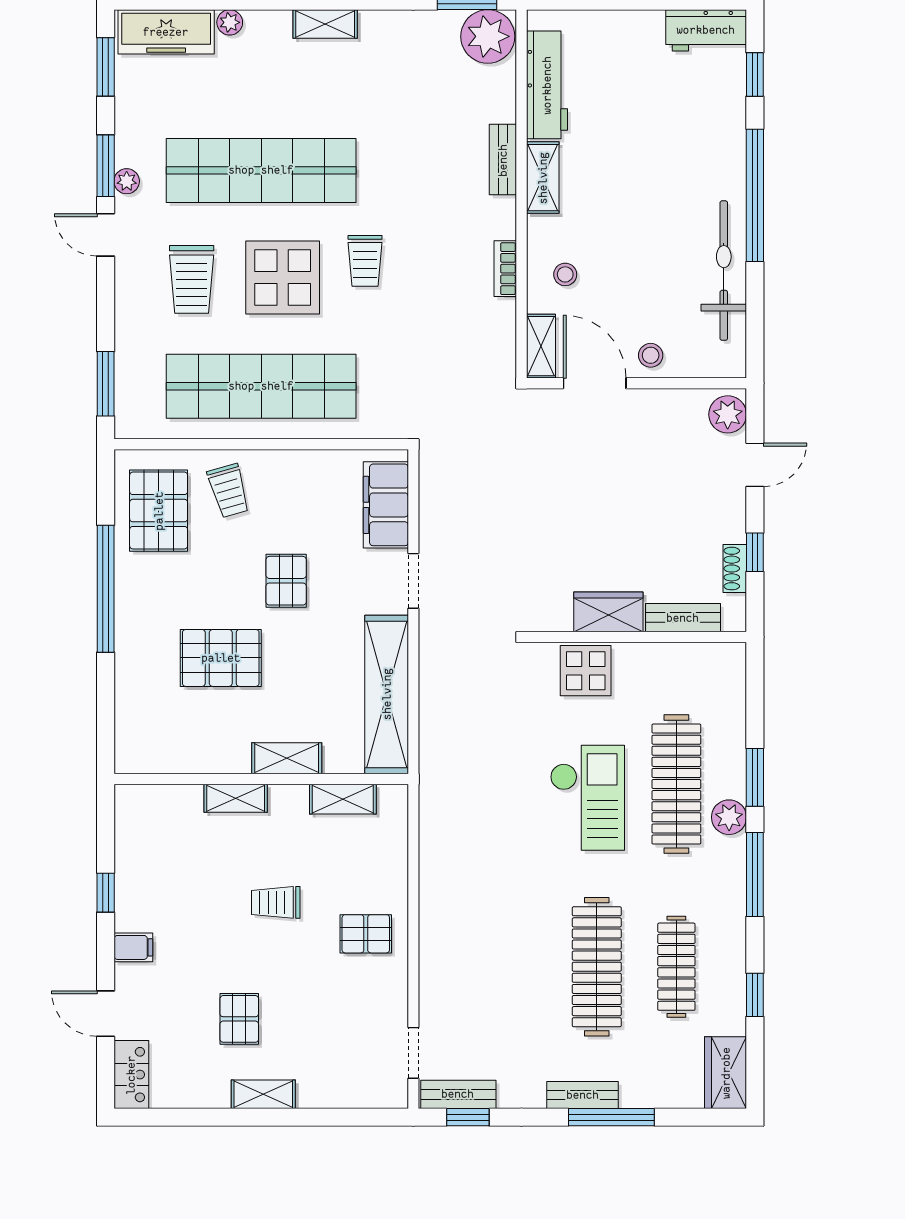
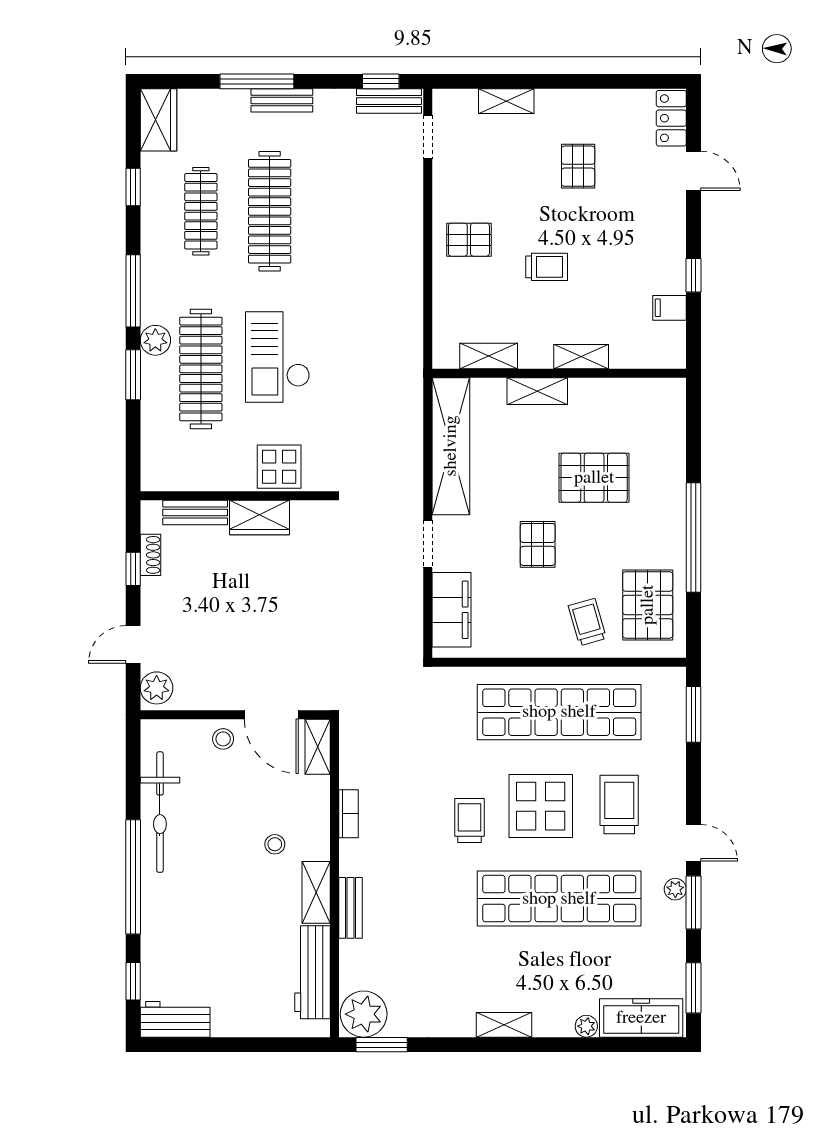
stool: (565, 274) -> (275, 844), moved
filing cabinet: (133, 947) -> (669, 308), moved
shelving: (263, 1094) -> (506, 101), moved

